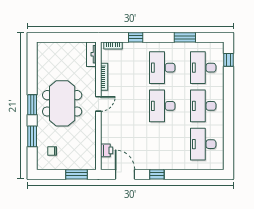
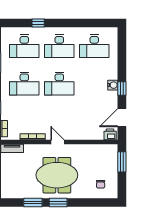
window: (228, 60) -> (38, 23), moved
window: (32, 136) -> (33, 203), moved
printer: (107, 150) -> (110, 134), moved
water cooler: (161, 164) -> (113, 85), added

